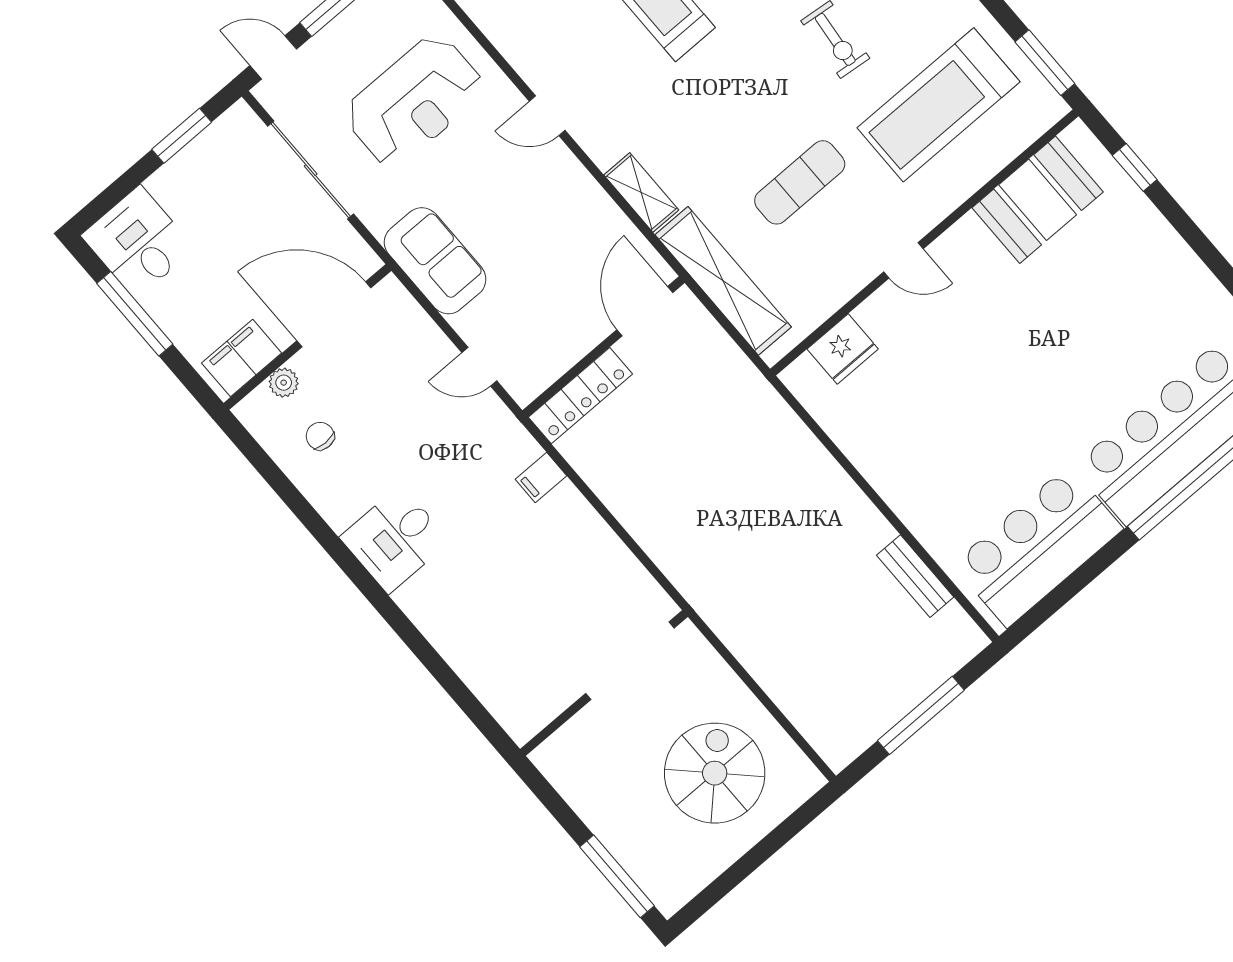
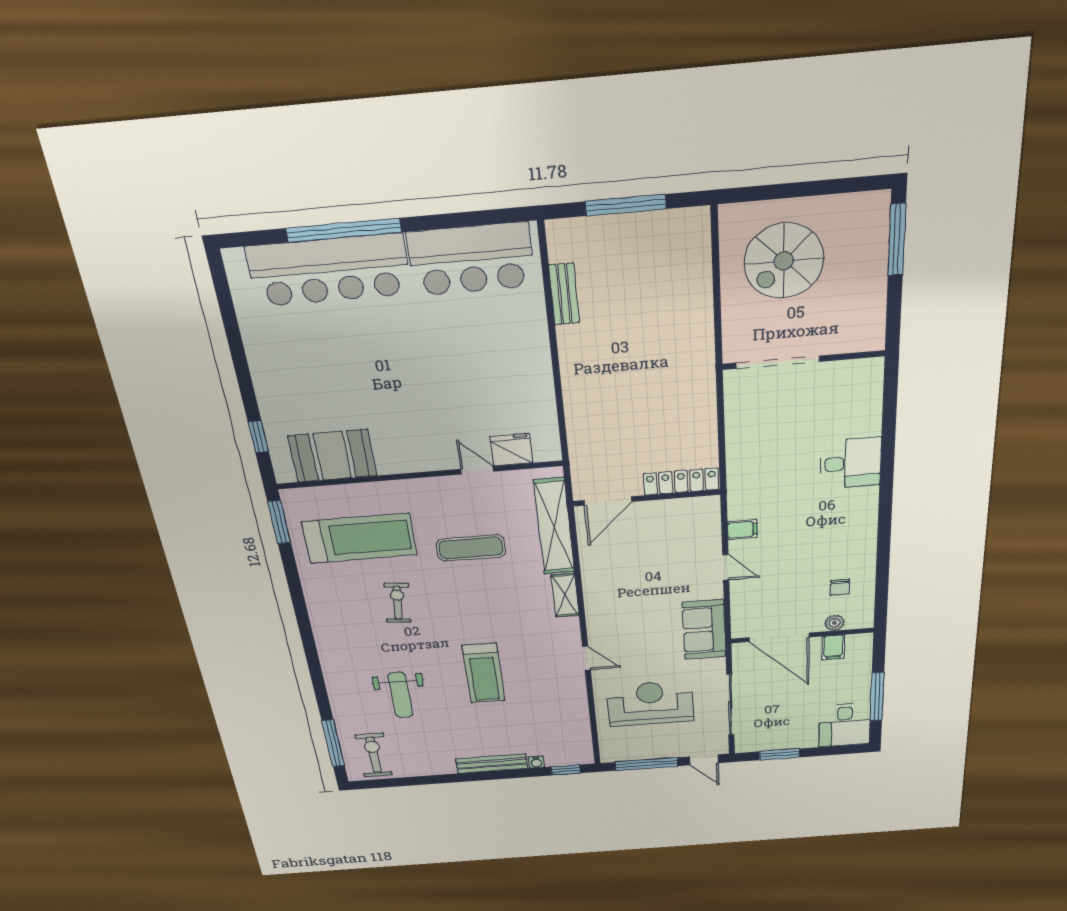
door: (903, 260) -> (477, 470), moved
door: (645, 311) -> (608, 501), moved
wall: (604, 347) -> (647, 498), moved
filing cabinet: (242, 358) -> (833, 647), width x0.50
locker: (580, 396) -> (681, 481), moved
filing cabinet: (541, 478) -> (742, 530), moved
desk: (395, 539) -> (850, 463), moved

